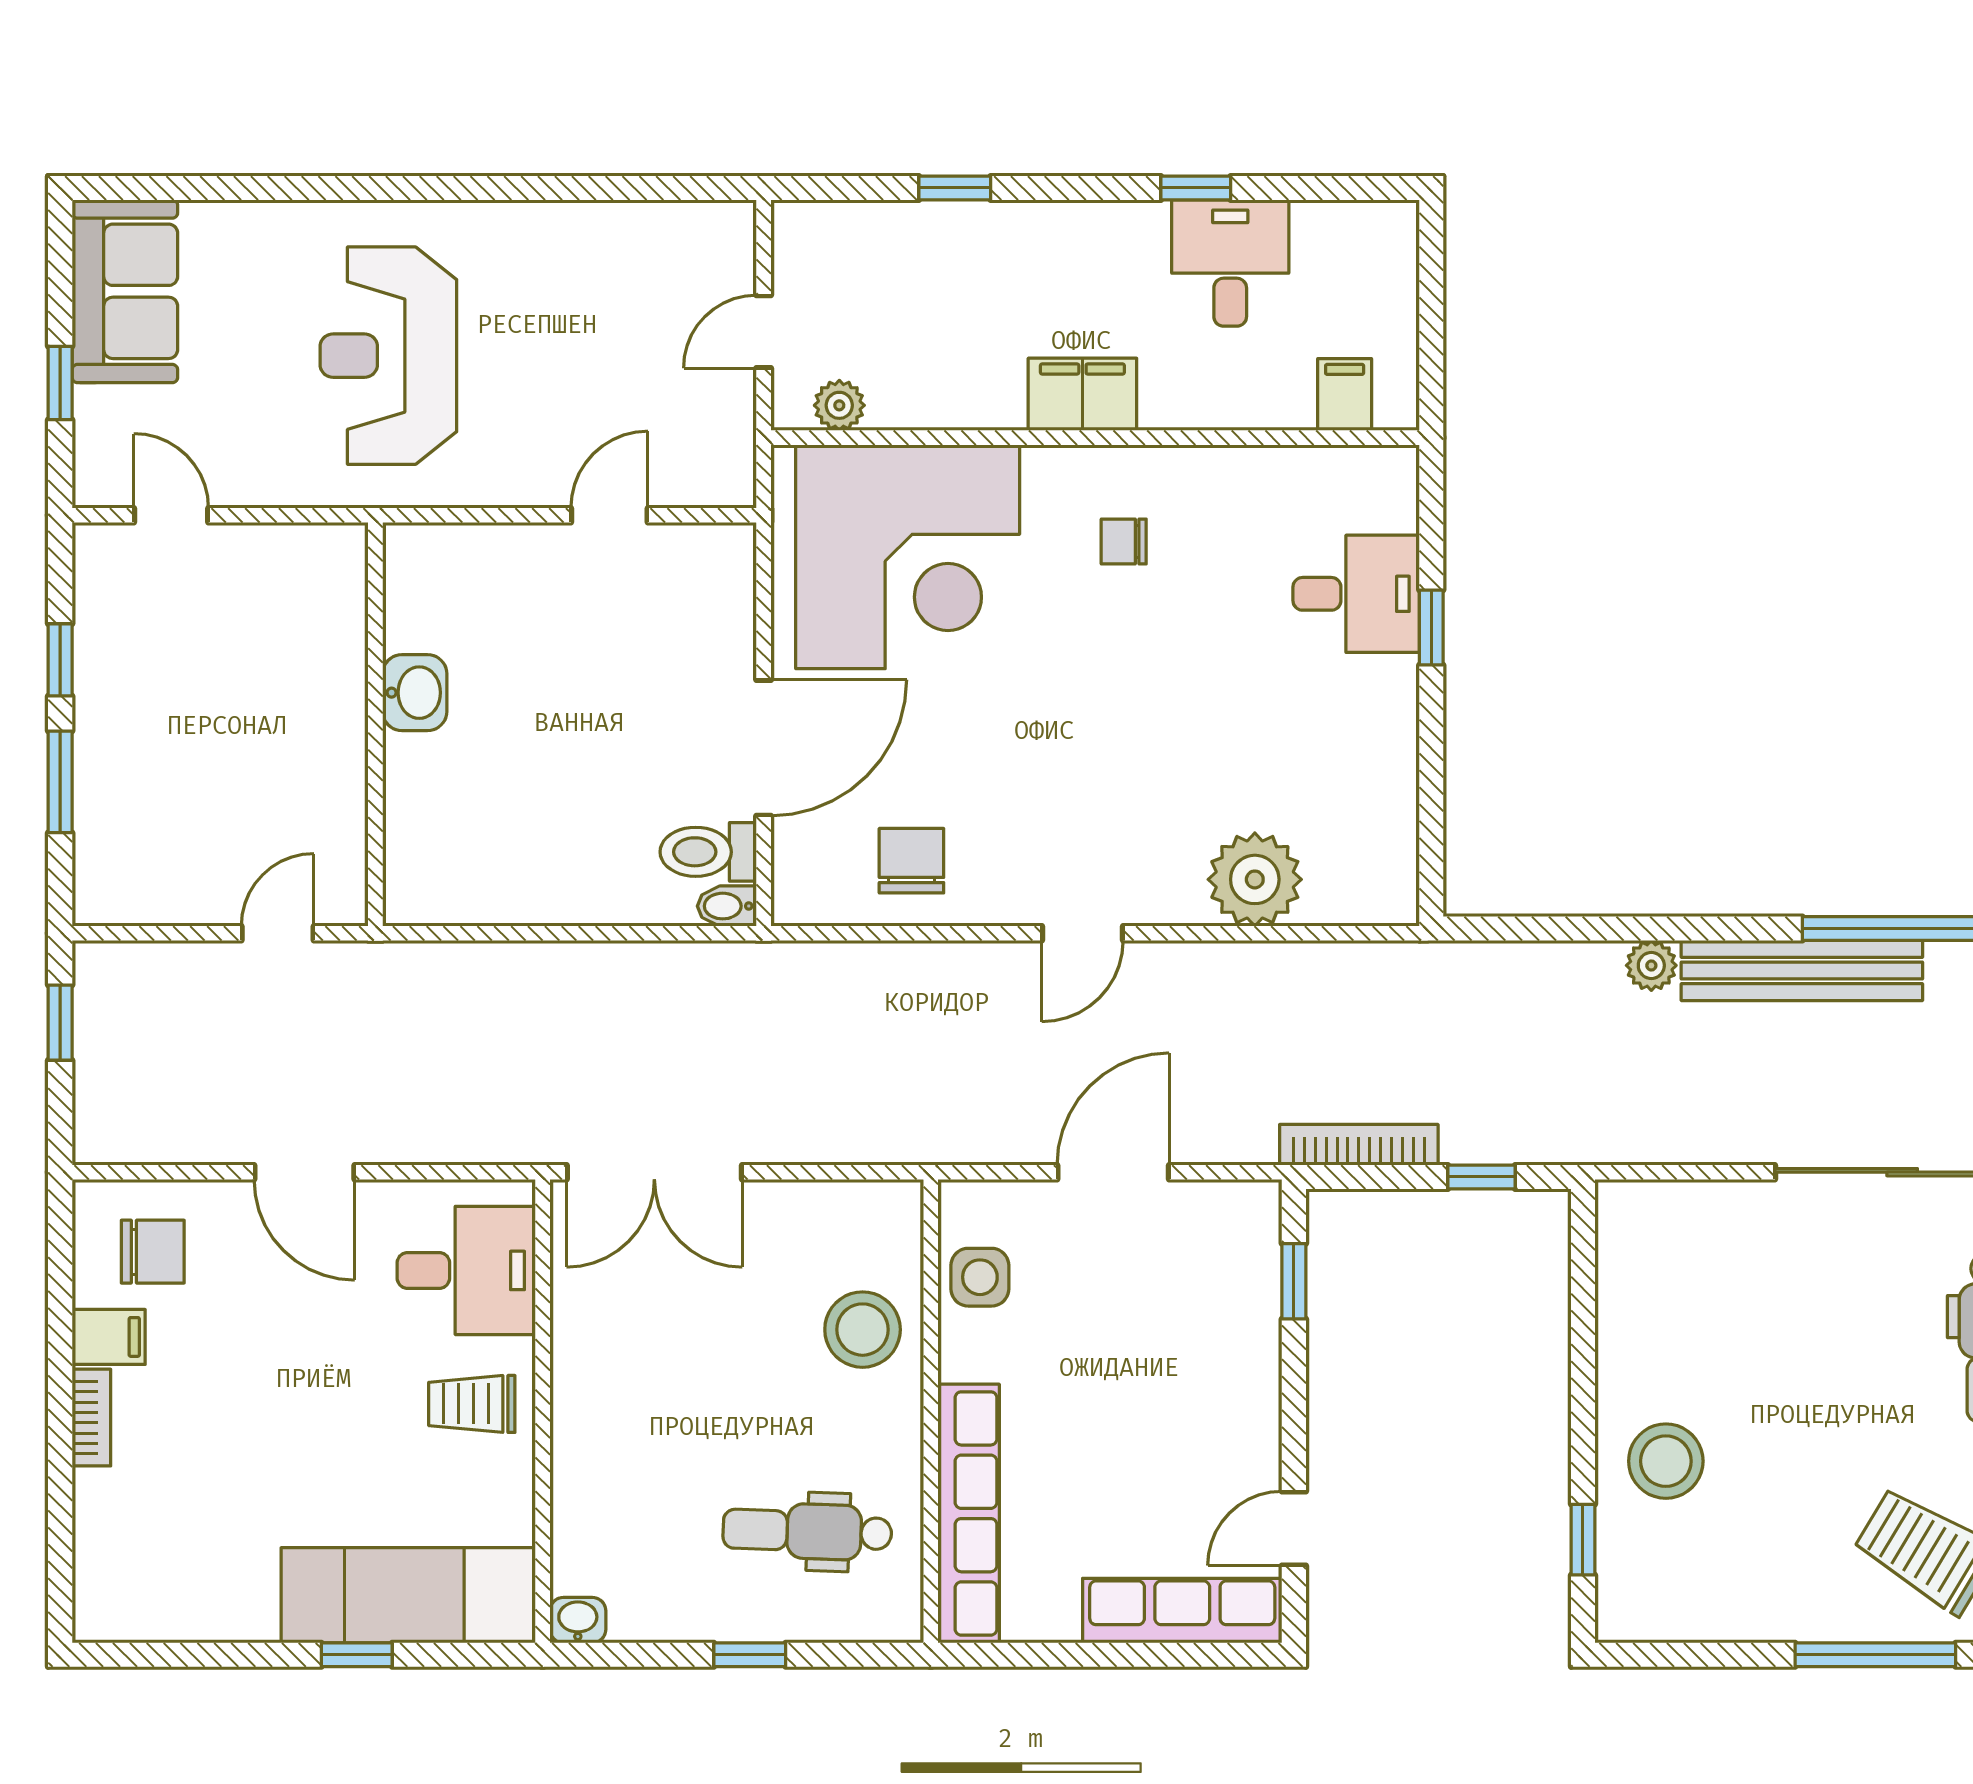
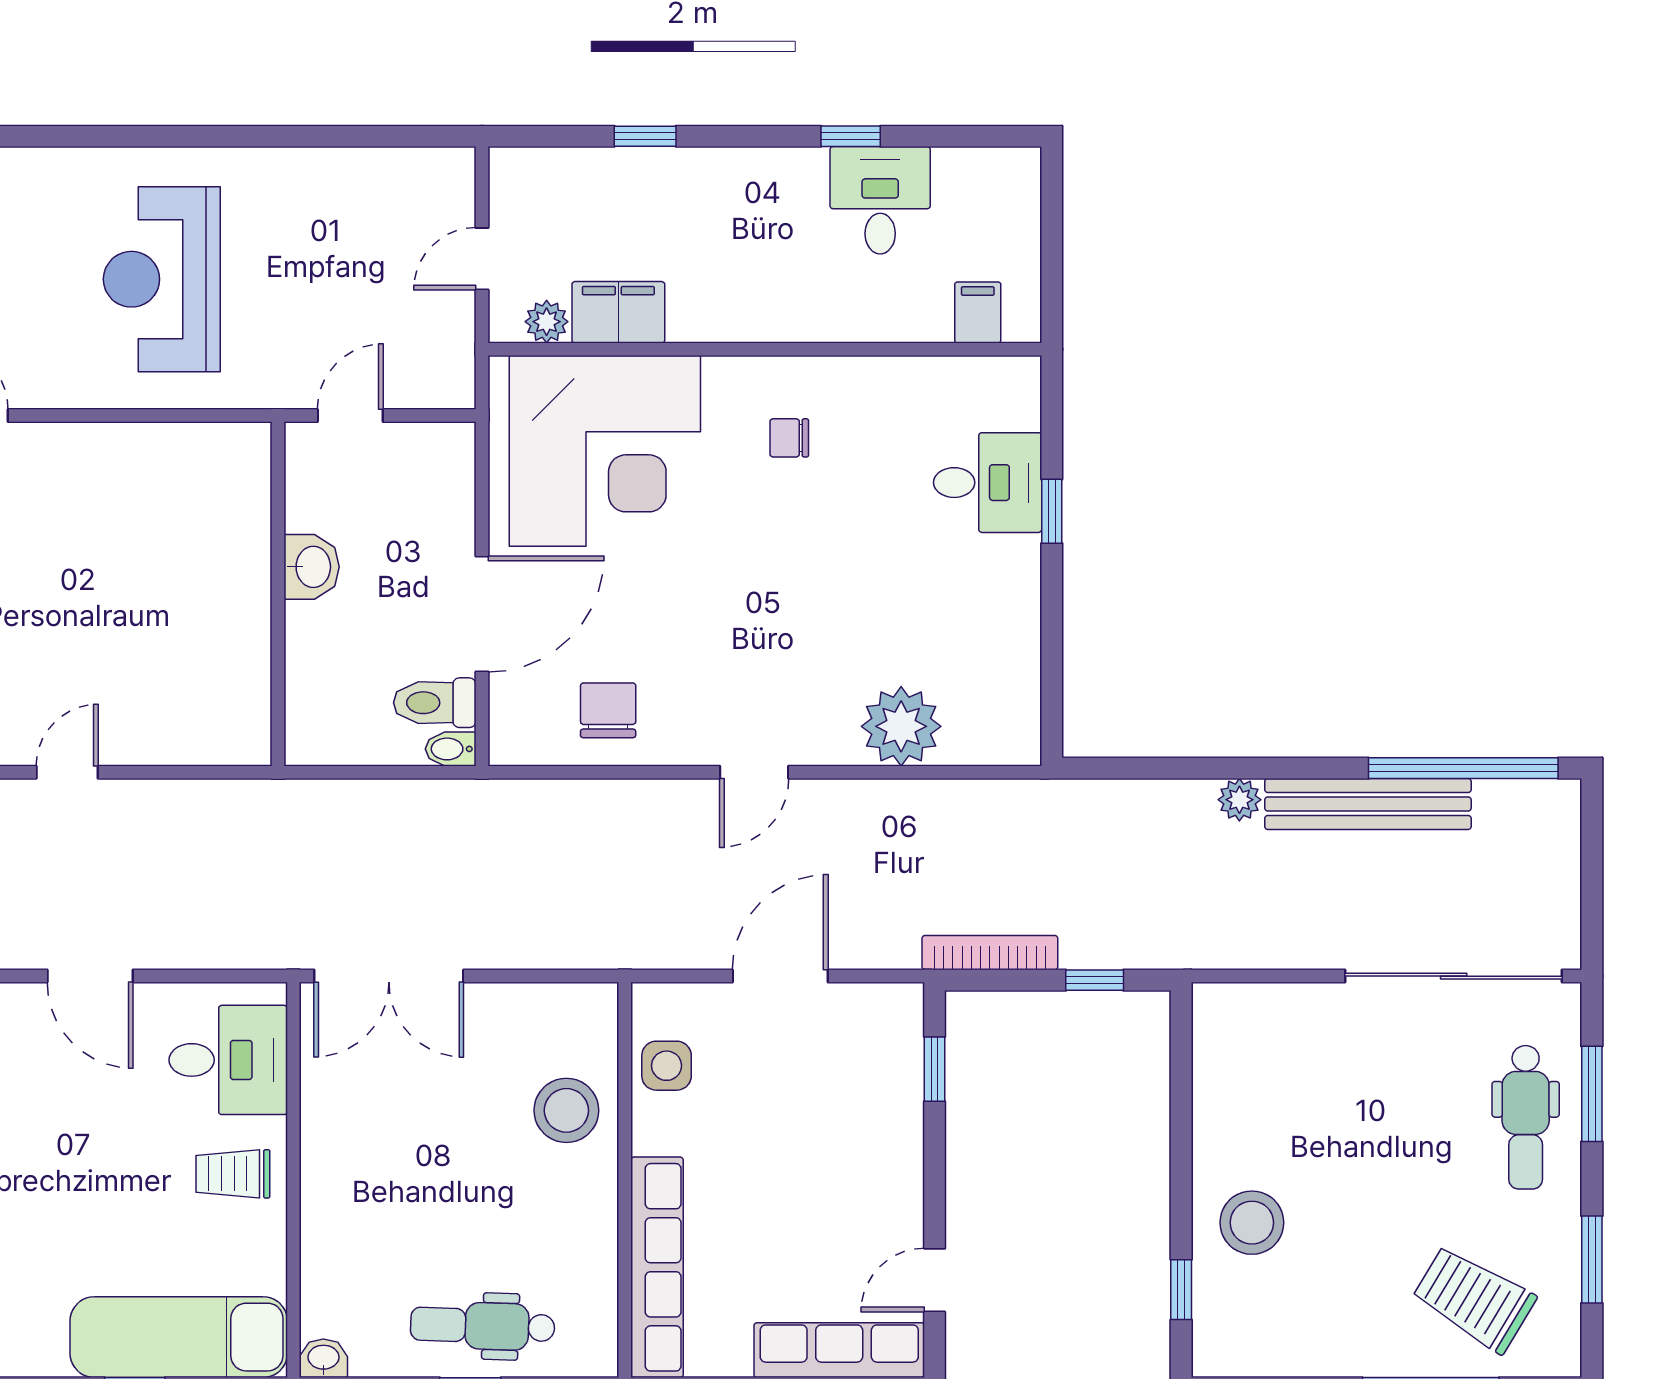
filing cabinet: (1082, 394) -> (618, 312), moved
washbasin: (415, 693) -> (312, 567), moved
wall: (375, 724) -> (278, 594), moved
dental chair: (807, 1531) -> (483, 1326), moved

